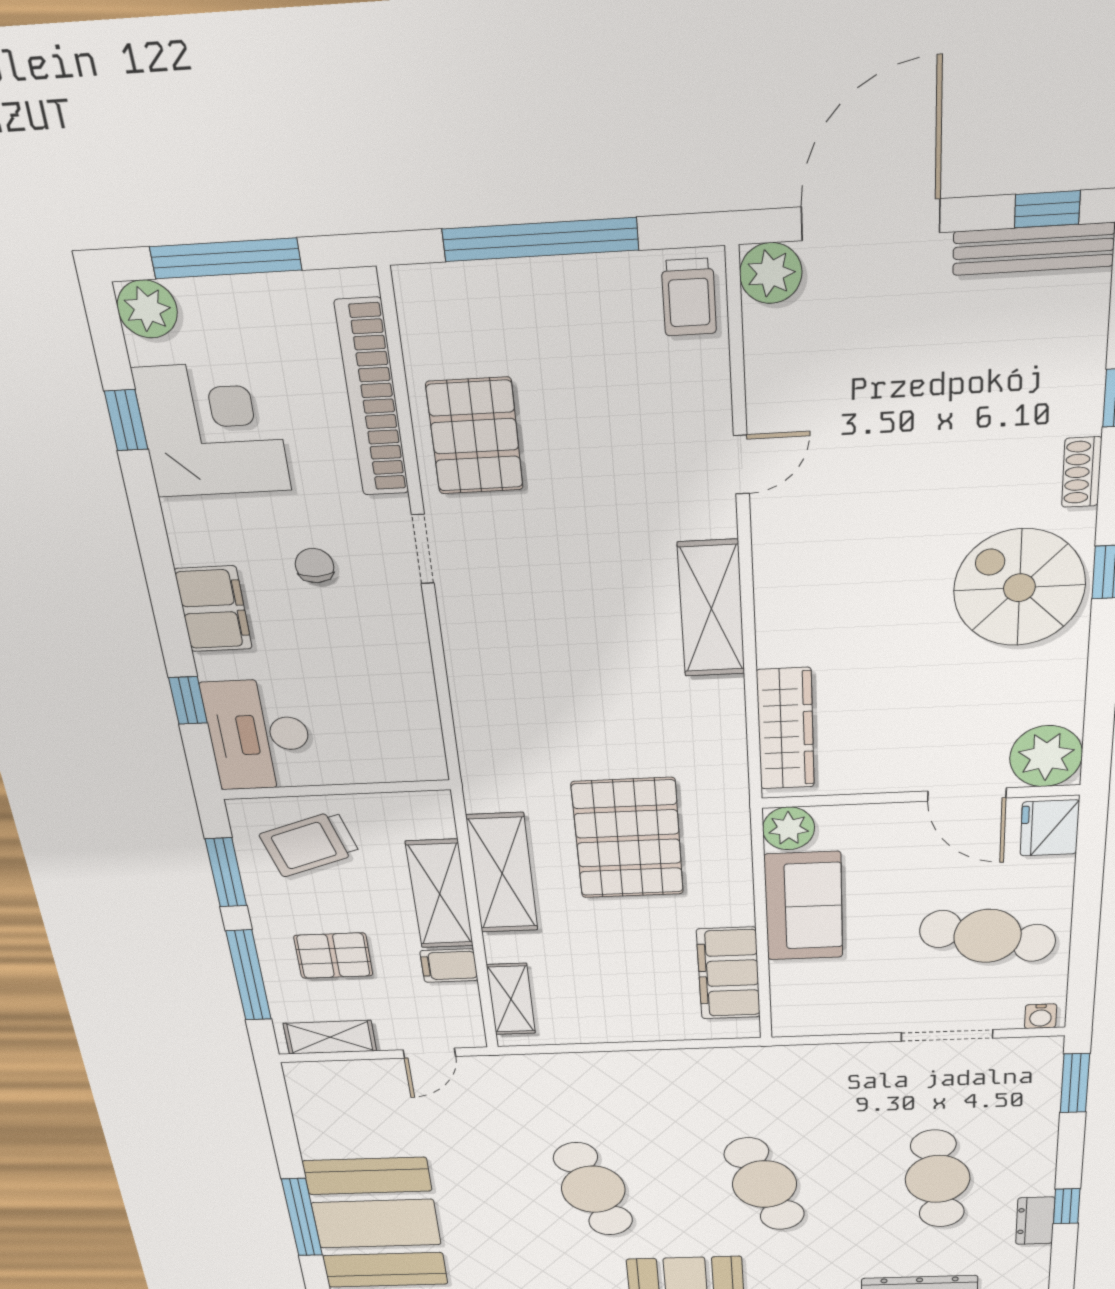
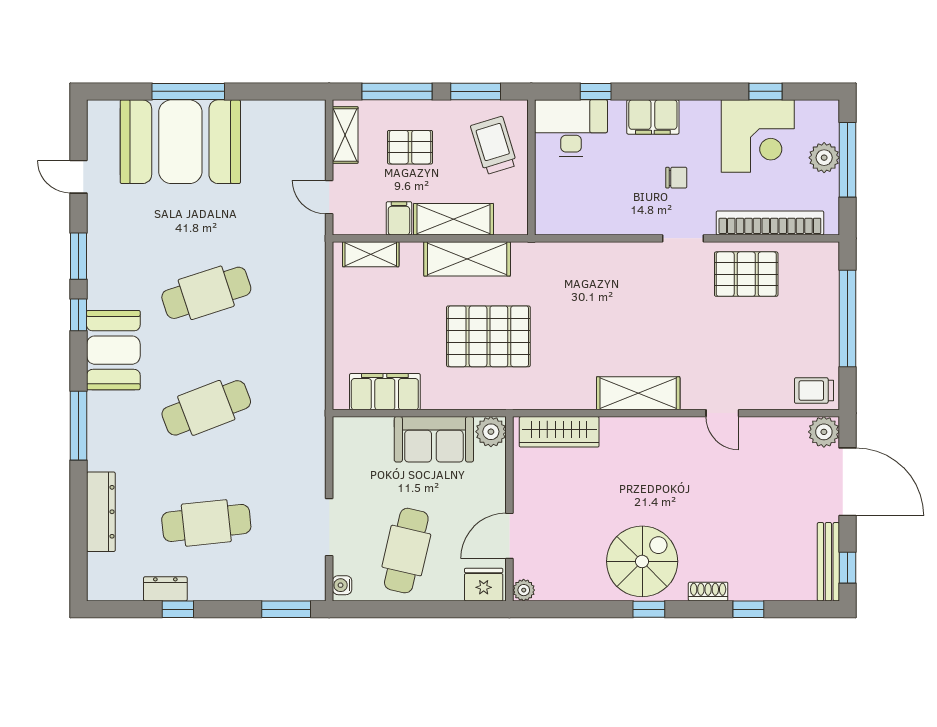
plant: (147, 309) -> (824, 158), moved
plant: (1046, 756) -> (524, 590), width x0.53, depth x0.53
pallet: (333, 956) -> (410, 147), turned 90

